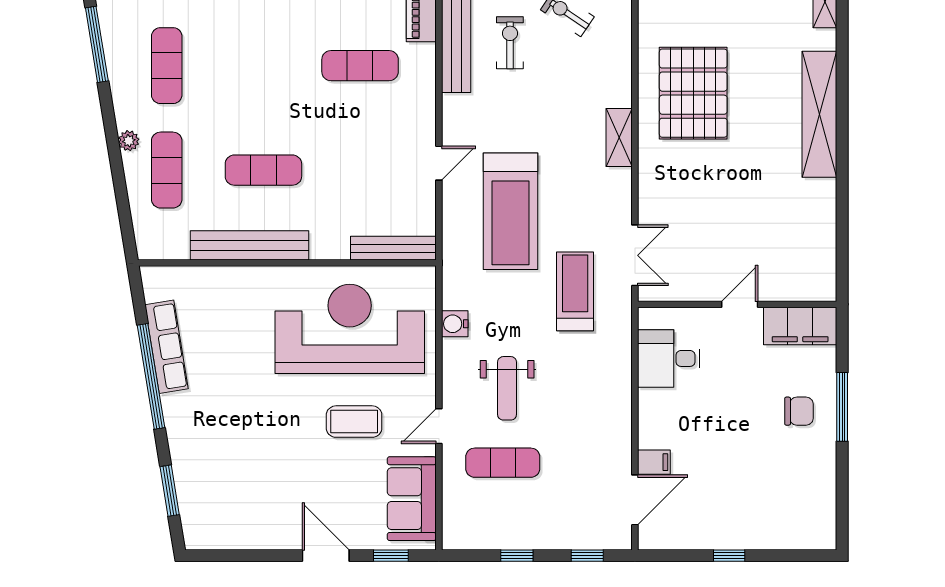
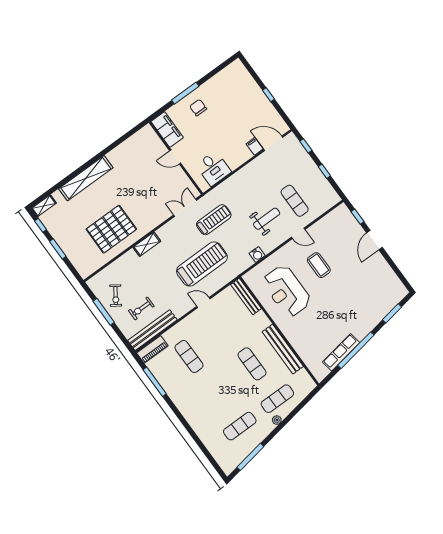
treadmill: (575, 291) -> (214, 220), turned 180
reception desk: (350, 329) -> (287, 291), width x0.74, depth x0.77
sofa: (412, 499) -> (331, 224), removed

